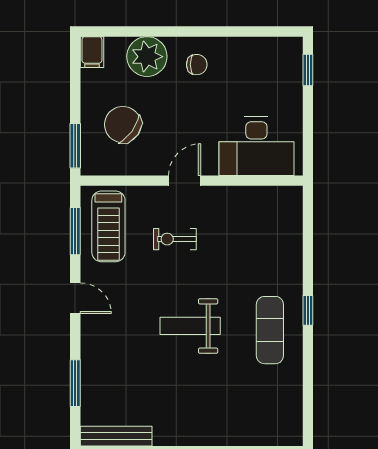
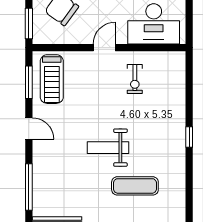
exercise bike: (175, 239) -> (135, 79), moved, turned -90
exercise mat: (270, 330) -> (135, 186), moved, turned 90
window: (75, 383) -> (29, 187), width x1.44

